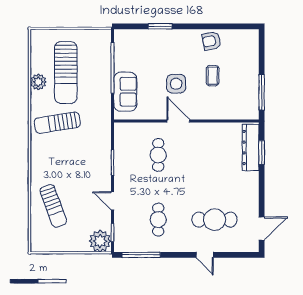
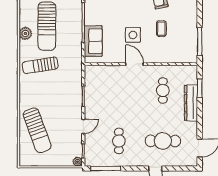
dresser: (251, 148) -> (191, 103), moved
cafe table: (158, 155) -> (163, 91), moved
door: (112, 201) -> (83, 126), swing flipped
sun lounger: (53, 206) -> (37, 130), width x1.36, depth x1.34
plant: (100, 241) -> (78, 162), width x0.53, depth x0.53

